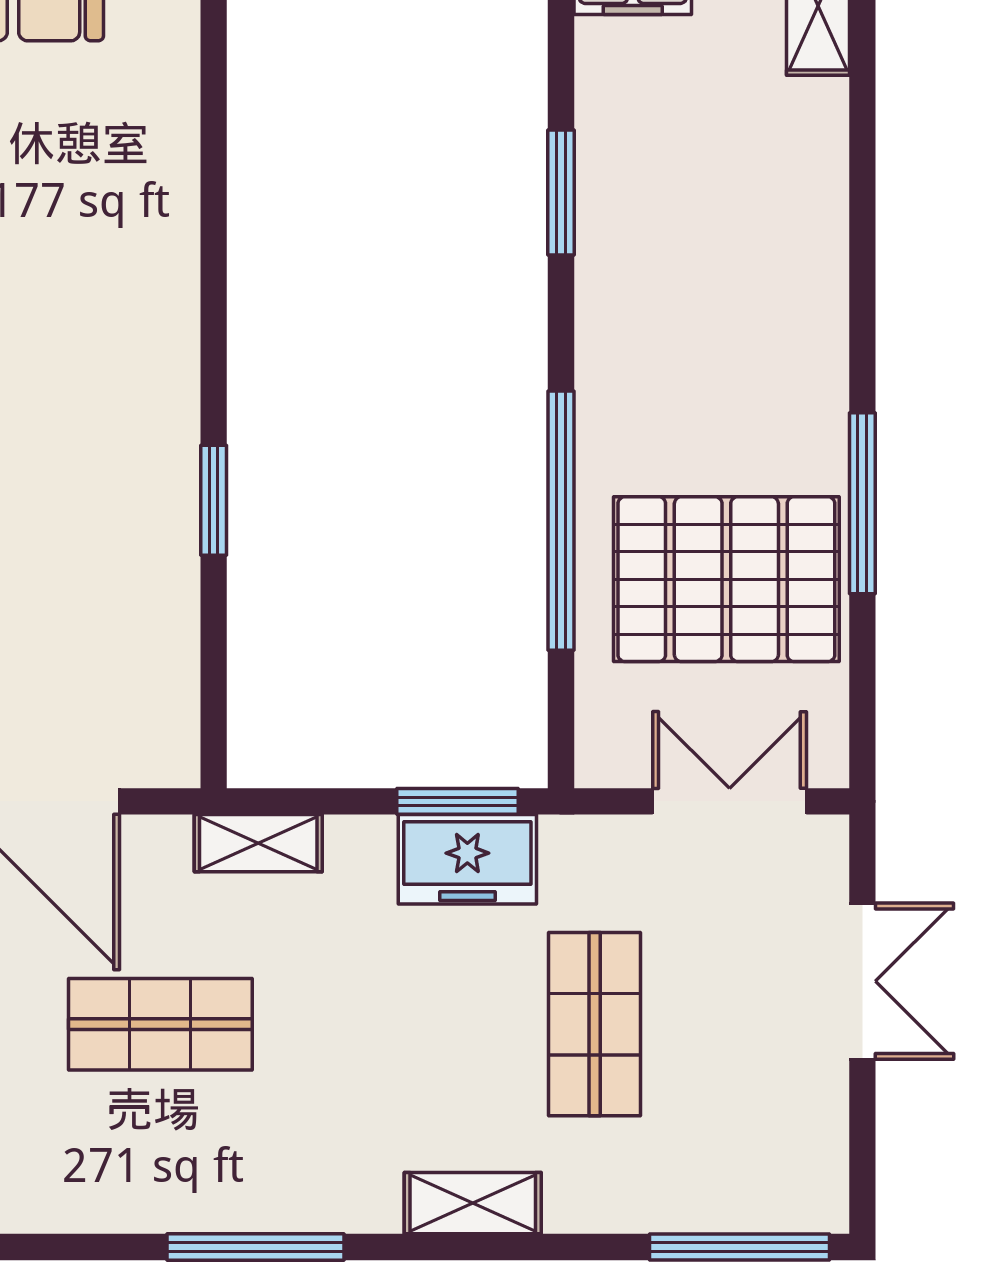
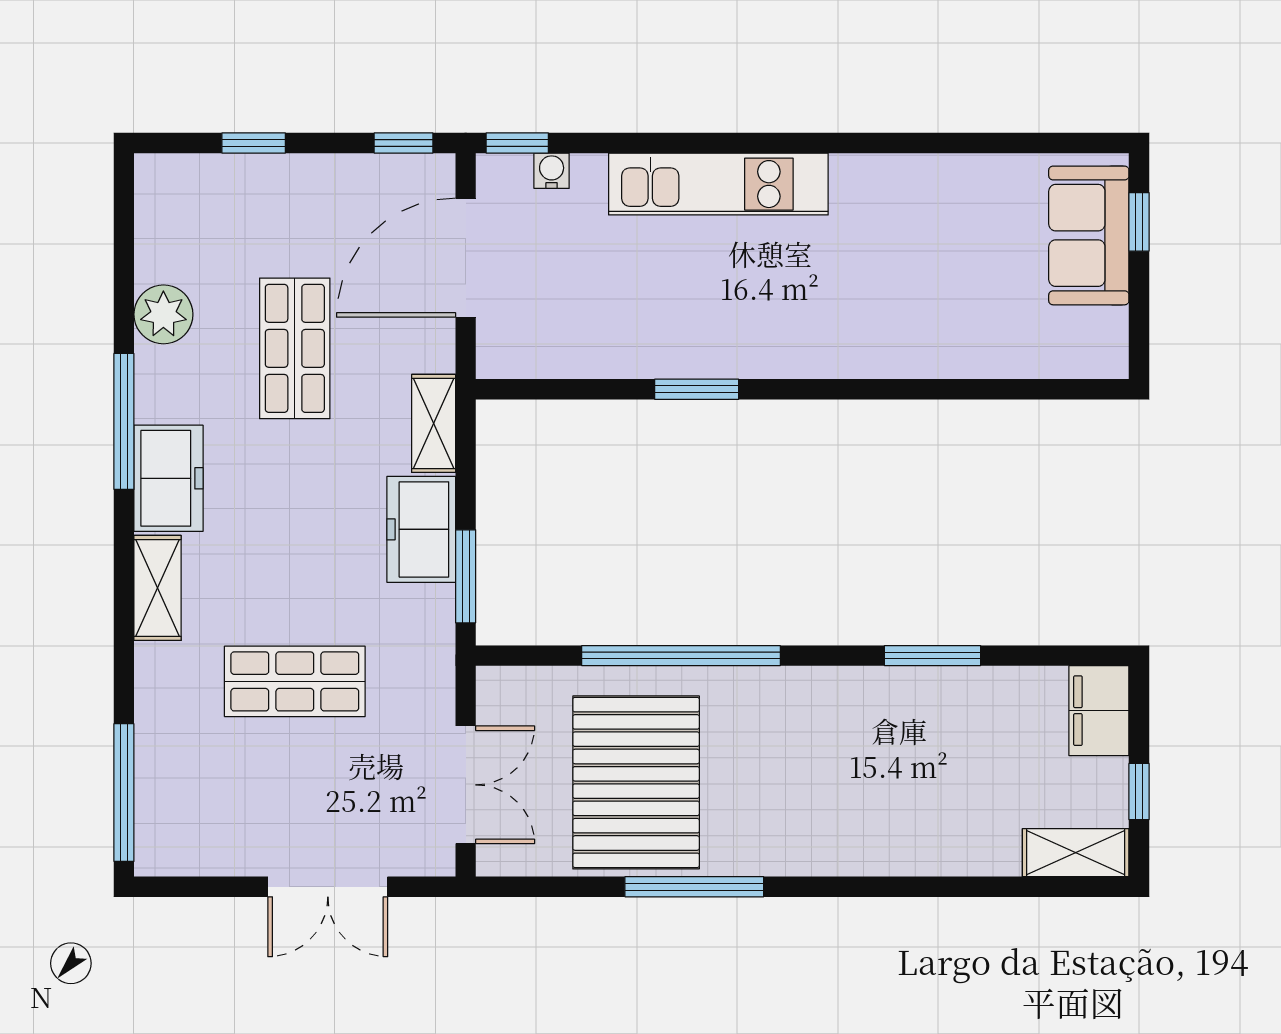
freezer: (467, 859) -> (421, 529), moved
freezer: (330, 1189) -> (169, 478), added
plant: (116, 1195) -> (163, 314), added

